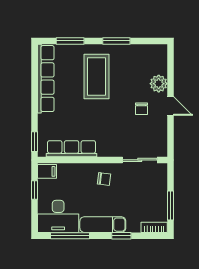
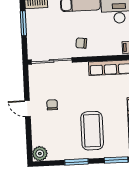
plant: (159, 84) -> (40, 154), moved
sliding door: (140, 160) -> (52, 61), width x1.37

